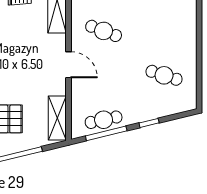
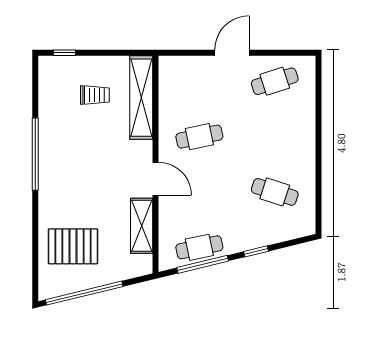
cafe table: (104, 31) -> (199, 137), turned -33
shelving: (57, 118) -> (142, 226), moved

